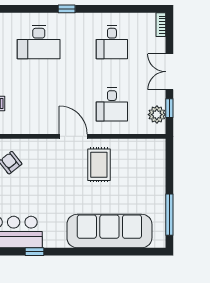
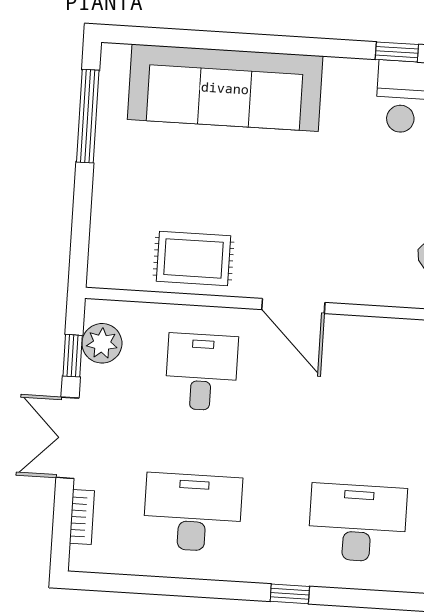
bookcase: (161, 25) -> (82, 517), moved
desk: (112, 42) -> (193, 513), width x1.37
double door: (169, 72) -> (67, 438), swing flipped
rug: (99, 165) -> (194, 258), moved, turned 90

